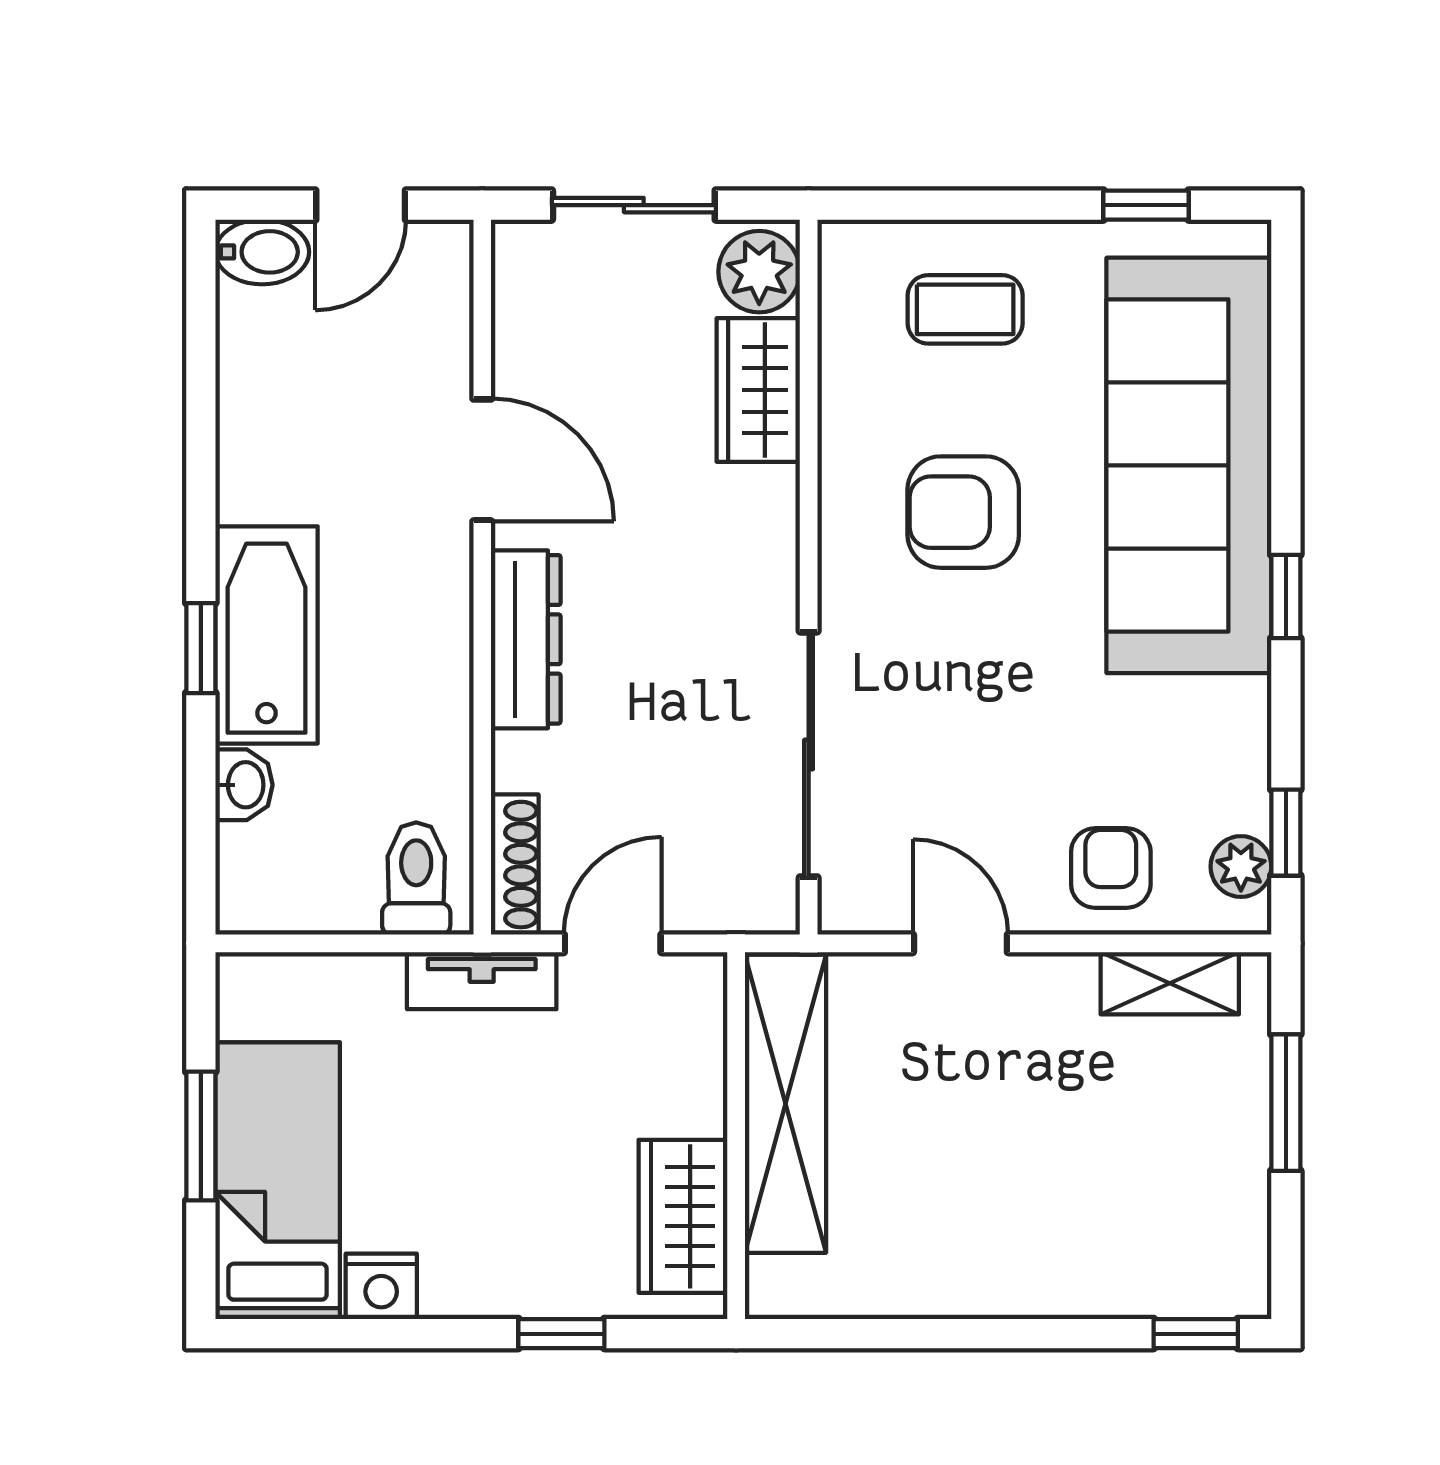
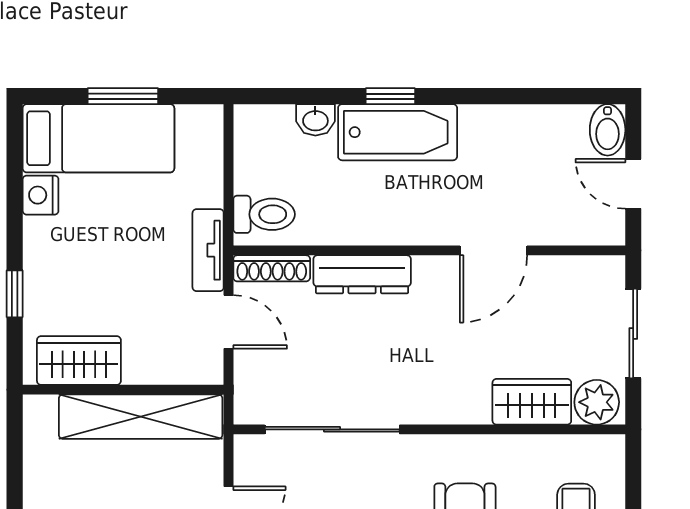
dresser: (526, 639) -> (362, 274), moved

